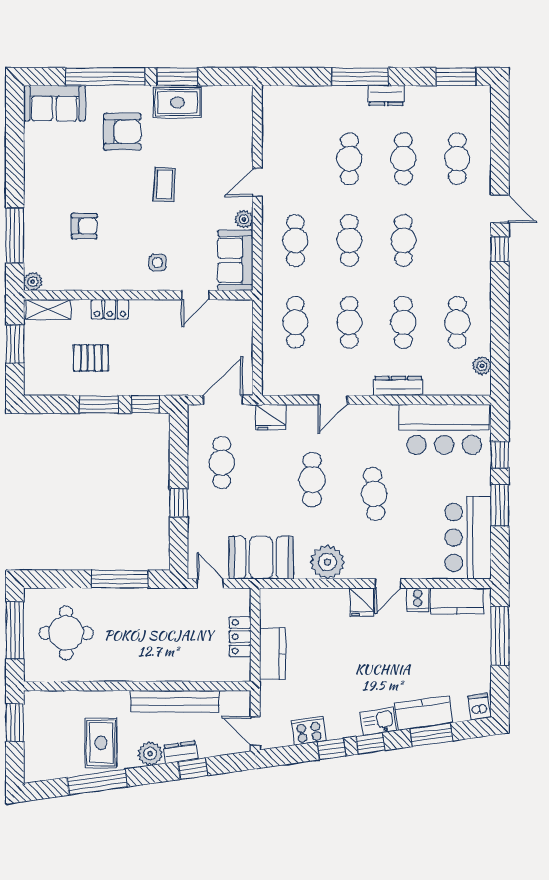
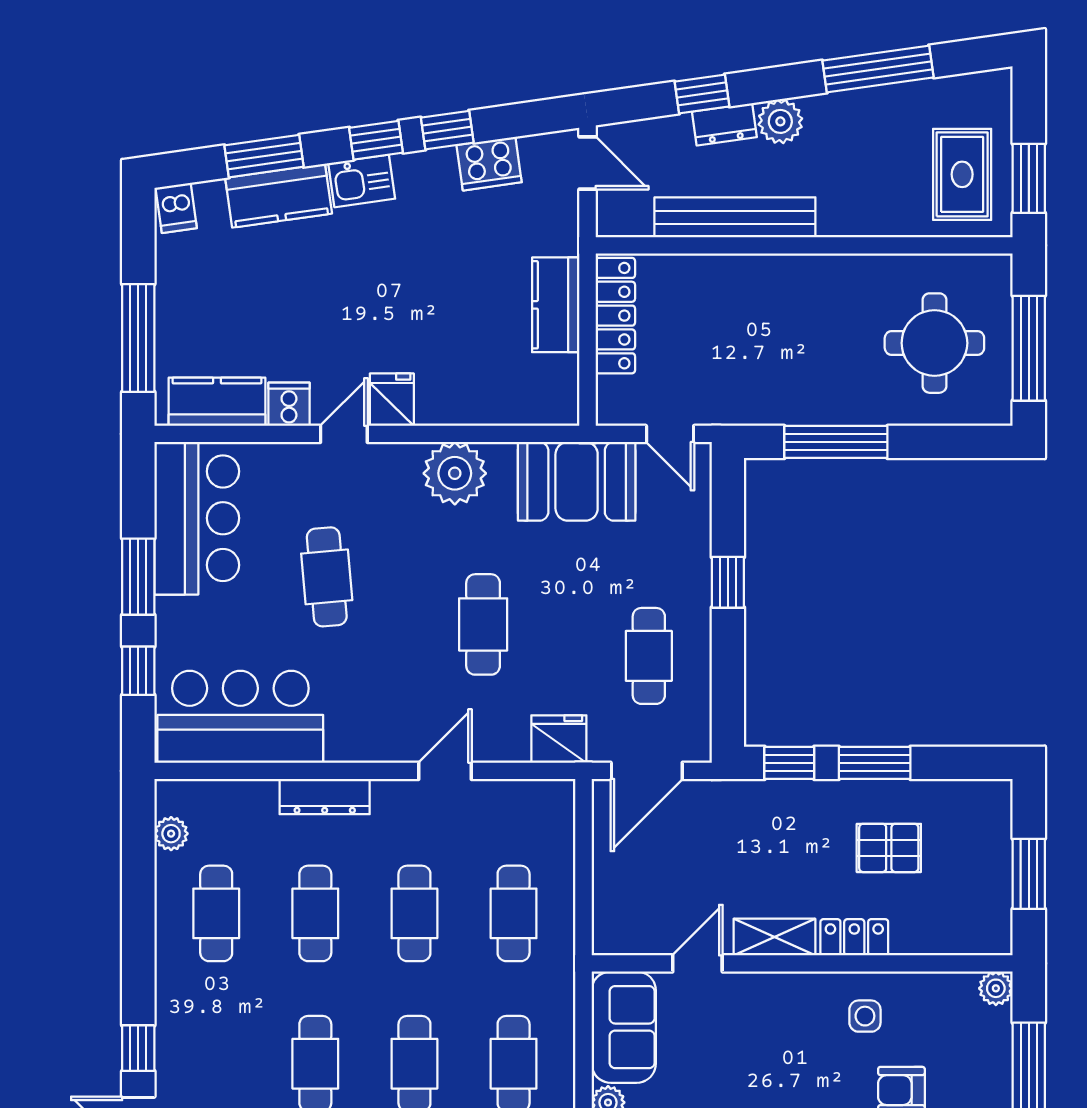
side table: (158, 263) -> (865, 1016), moved
shelving: (48, 309) -> (774, 937), moved
cafe table: (374, 494) -> (327, 577), moved
locker: (240, 637) -> (615, 316), width x1.53
rug: (101, 743) -> (962, 174), moved

